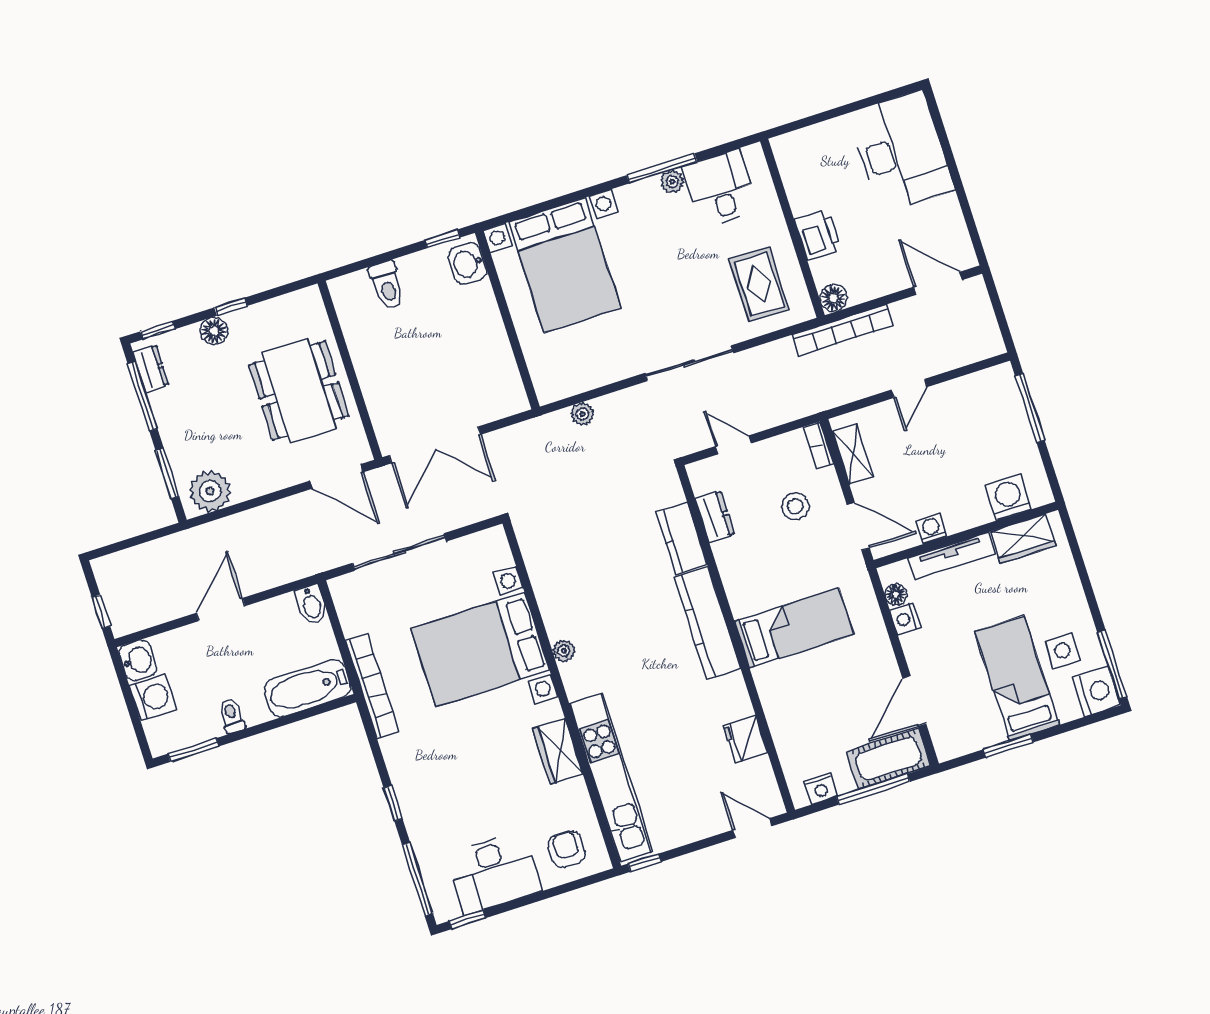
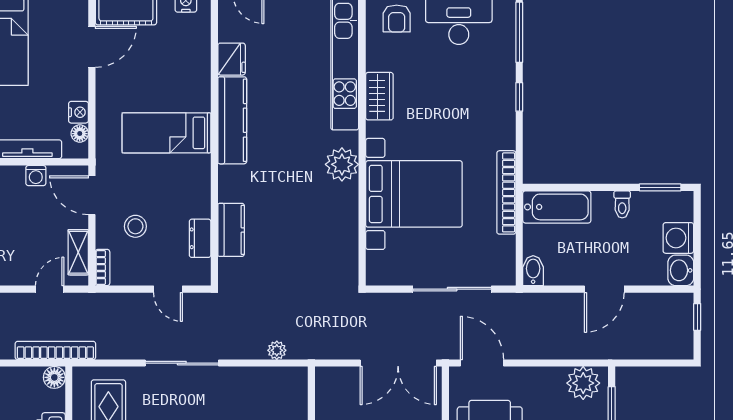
door: (909, 388) -> (50, 289), moved
double door: (435, 445) -> (398, 363), swing flipped
kitchen counter: (707, 623) -> (232, 120), moved
plant: (564, 651) -> (342, 164), width x1.87, depth x1.87

